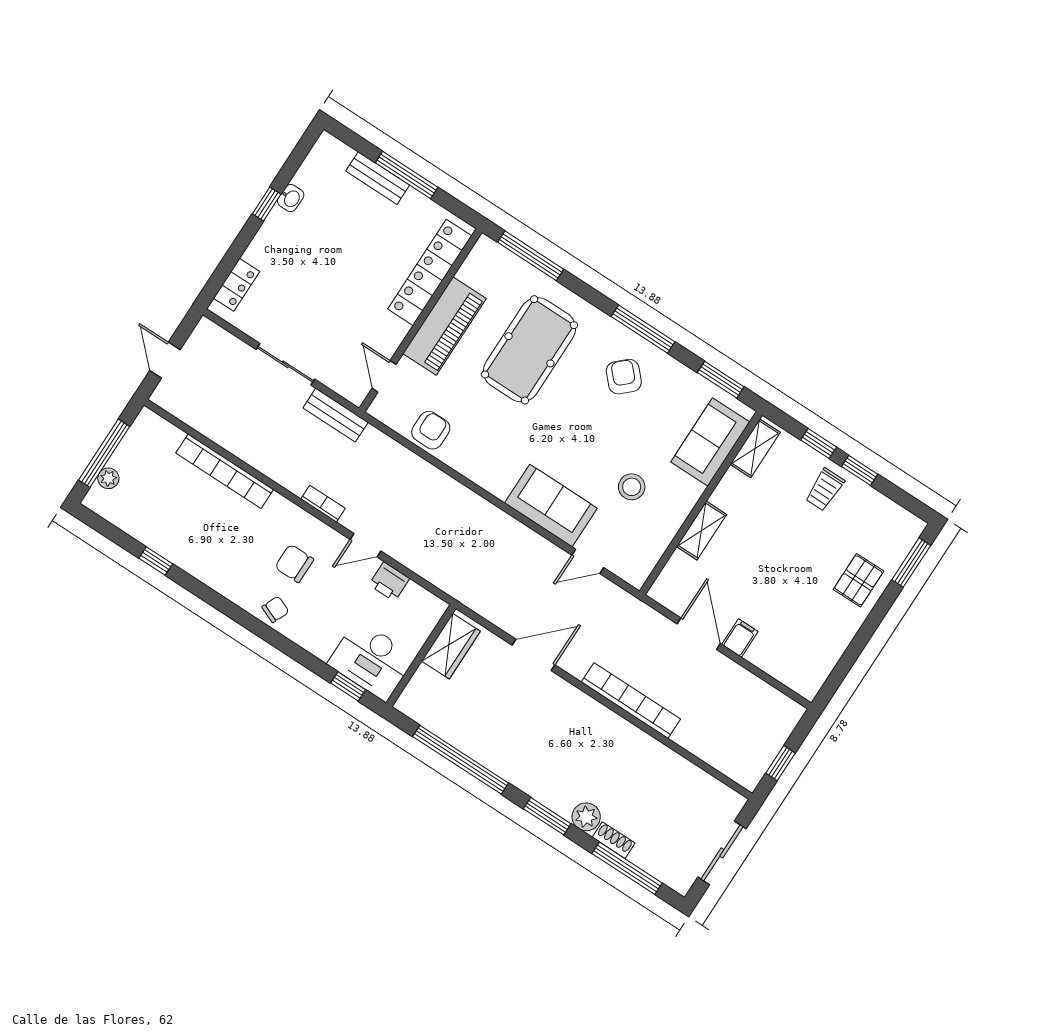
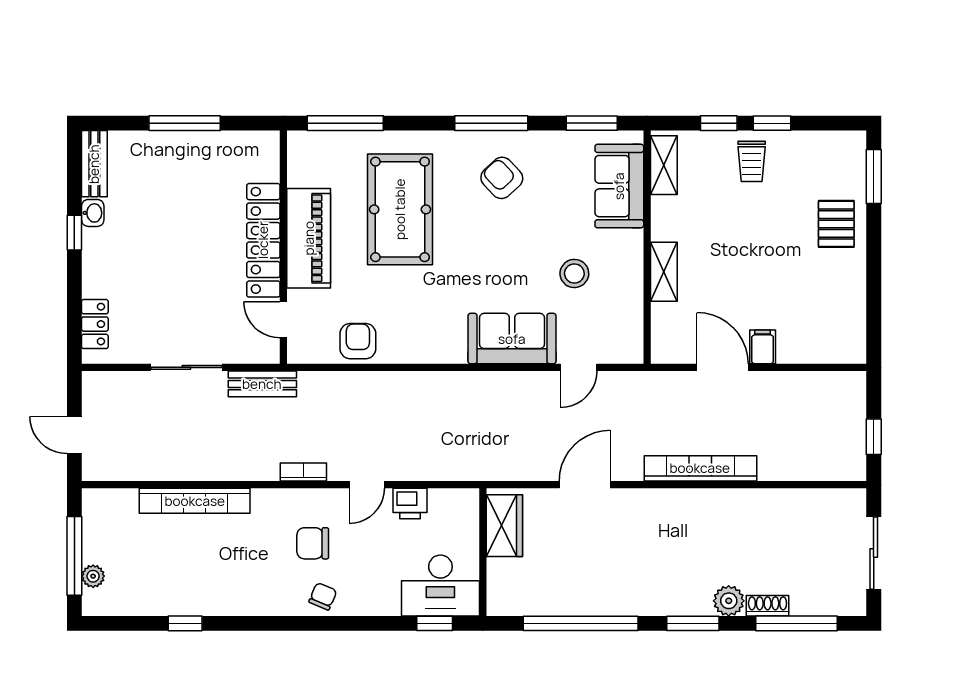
bench: (378, 178) -> (94, 164), moved, turned 90
locker: (430, 272) -> (263, 240), moved

